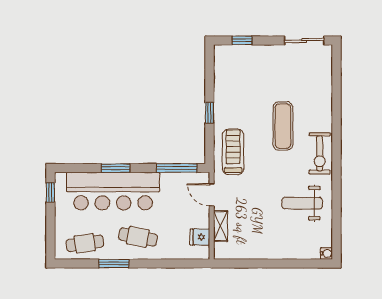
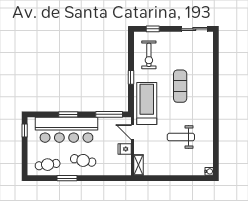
treadmill: (233, 152) -> (147, 103), width x1.37, depth x1.38
exercise bike: (320, 153) -> (149, 55), moved
weight bench: (302, 203) -> (181, 137), moved
shelving: (221, 226) -> (138, 165), moved
fridge: (200, 237) -> (125, 149), moved

